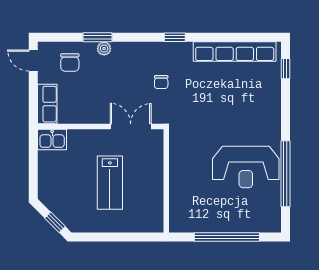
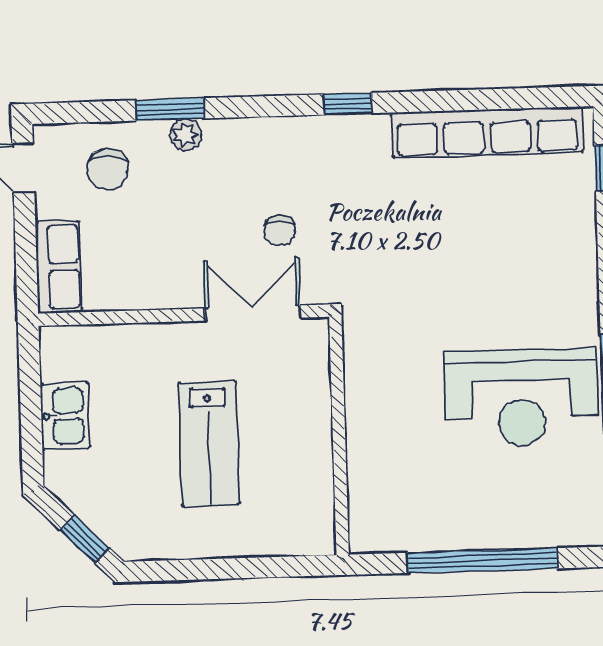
chair: (161, 82) -> (279, 231), moved
kitchen sink: (52, 140) -> (65, 416), moved, turned -90

